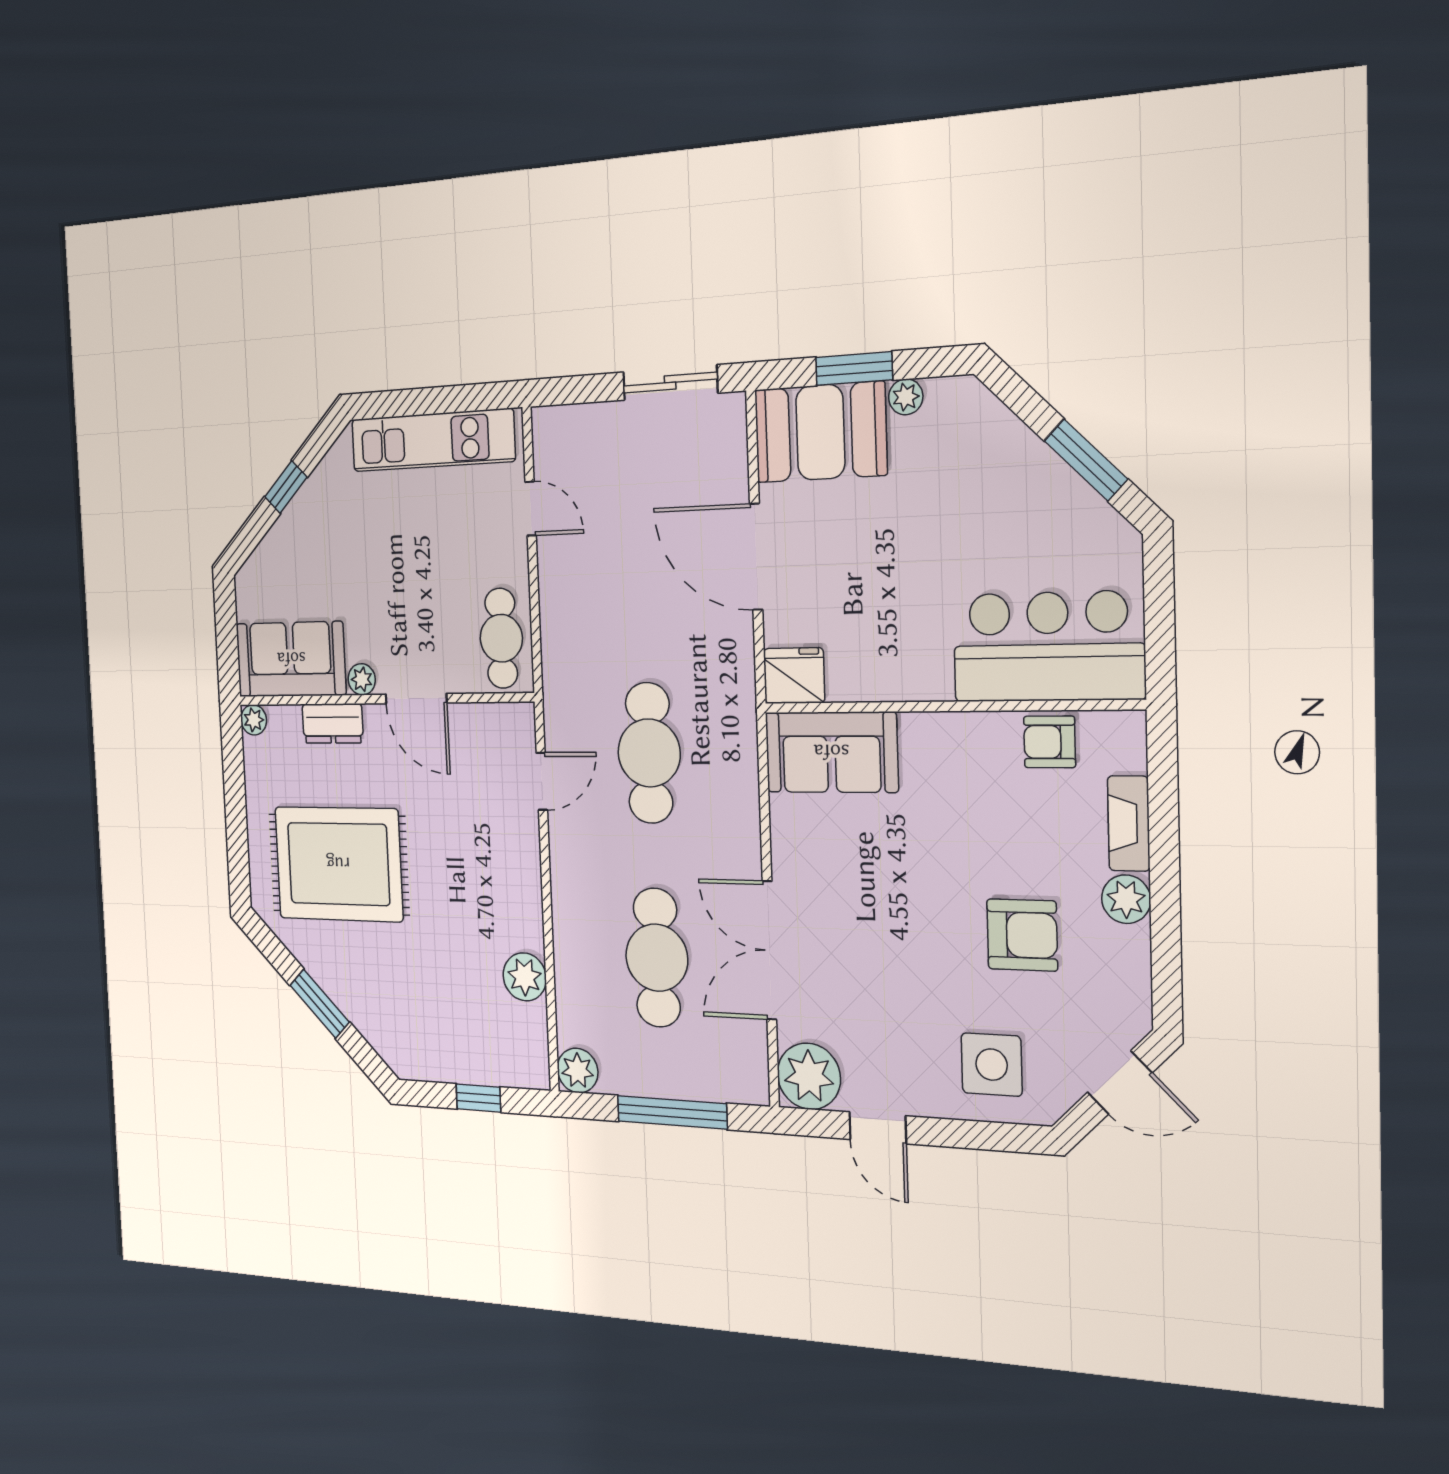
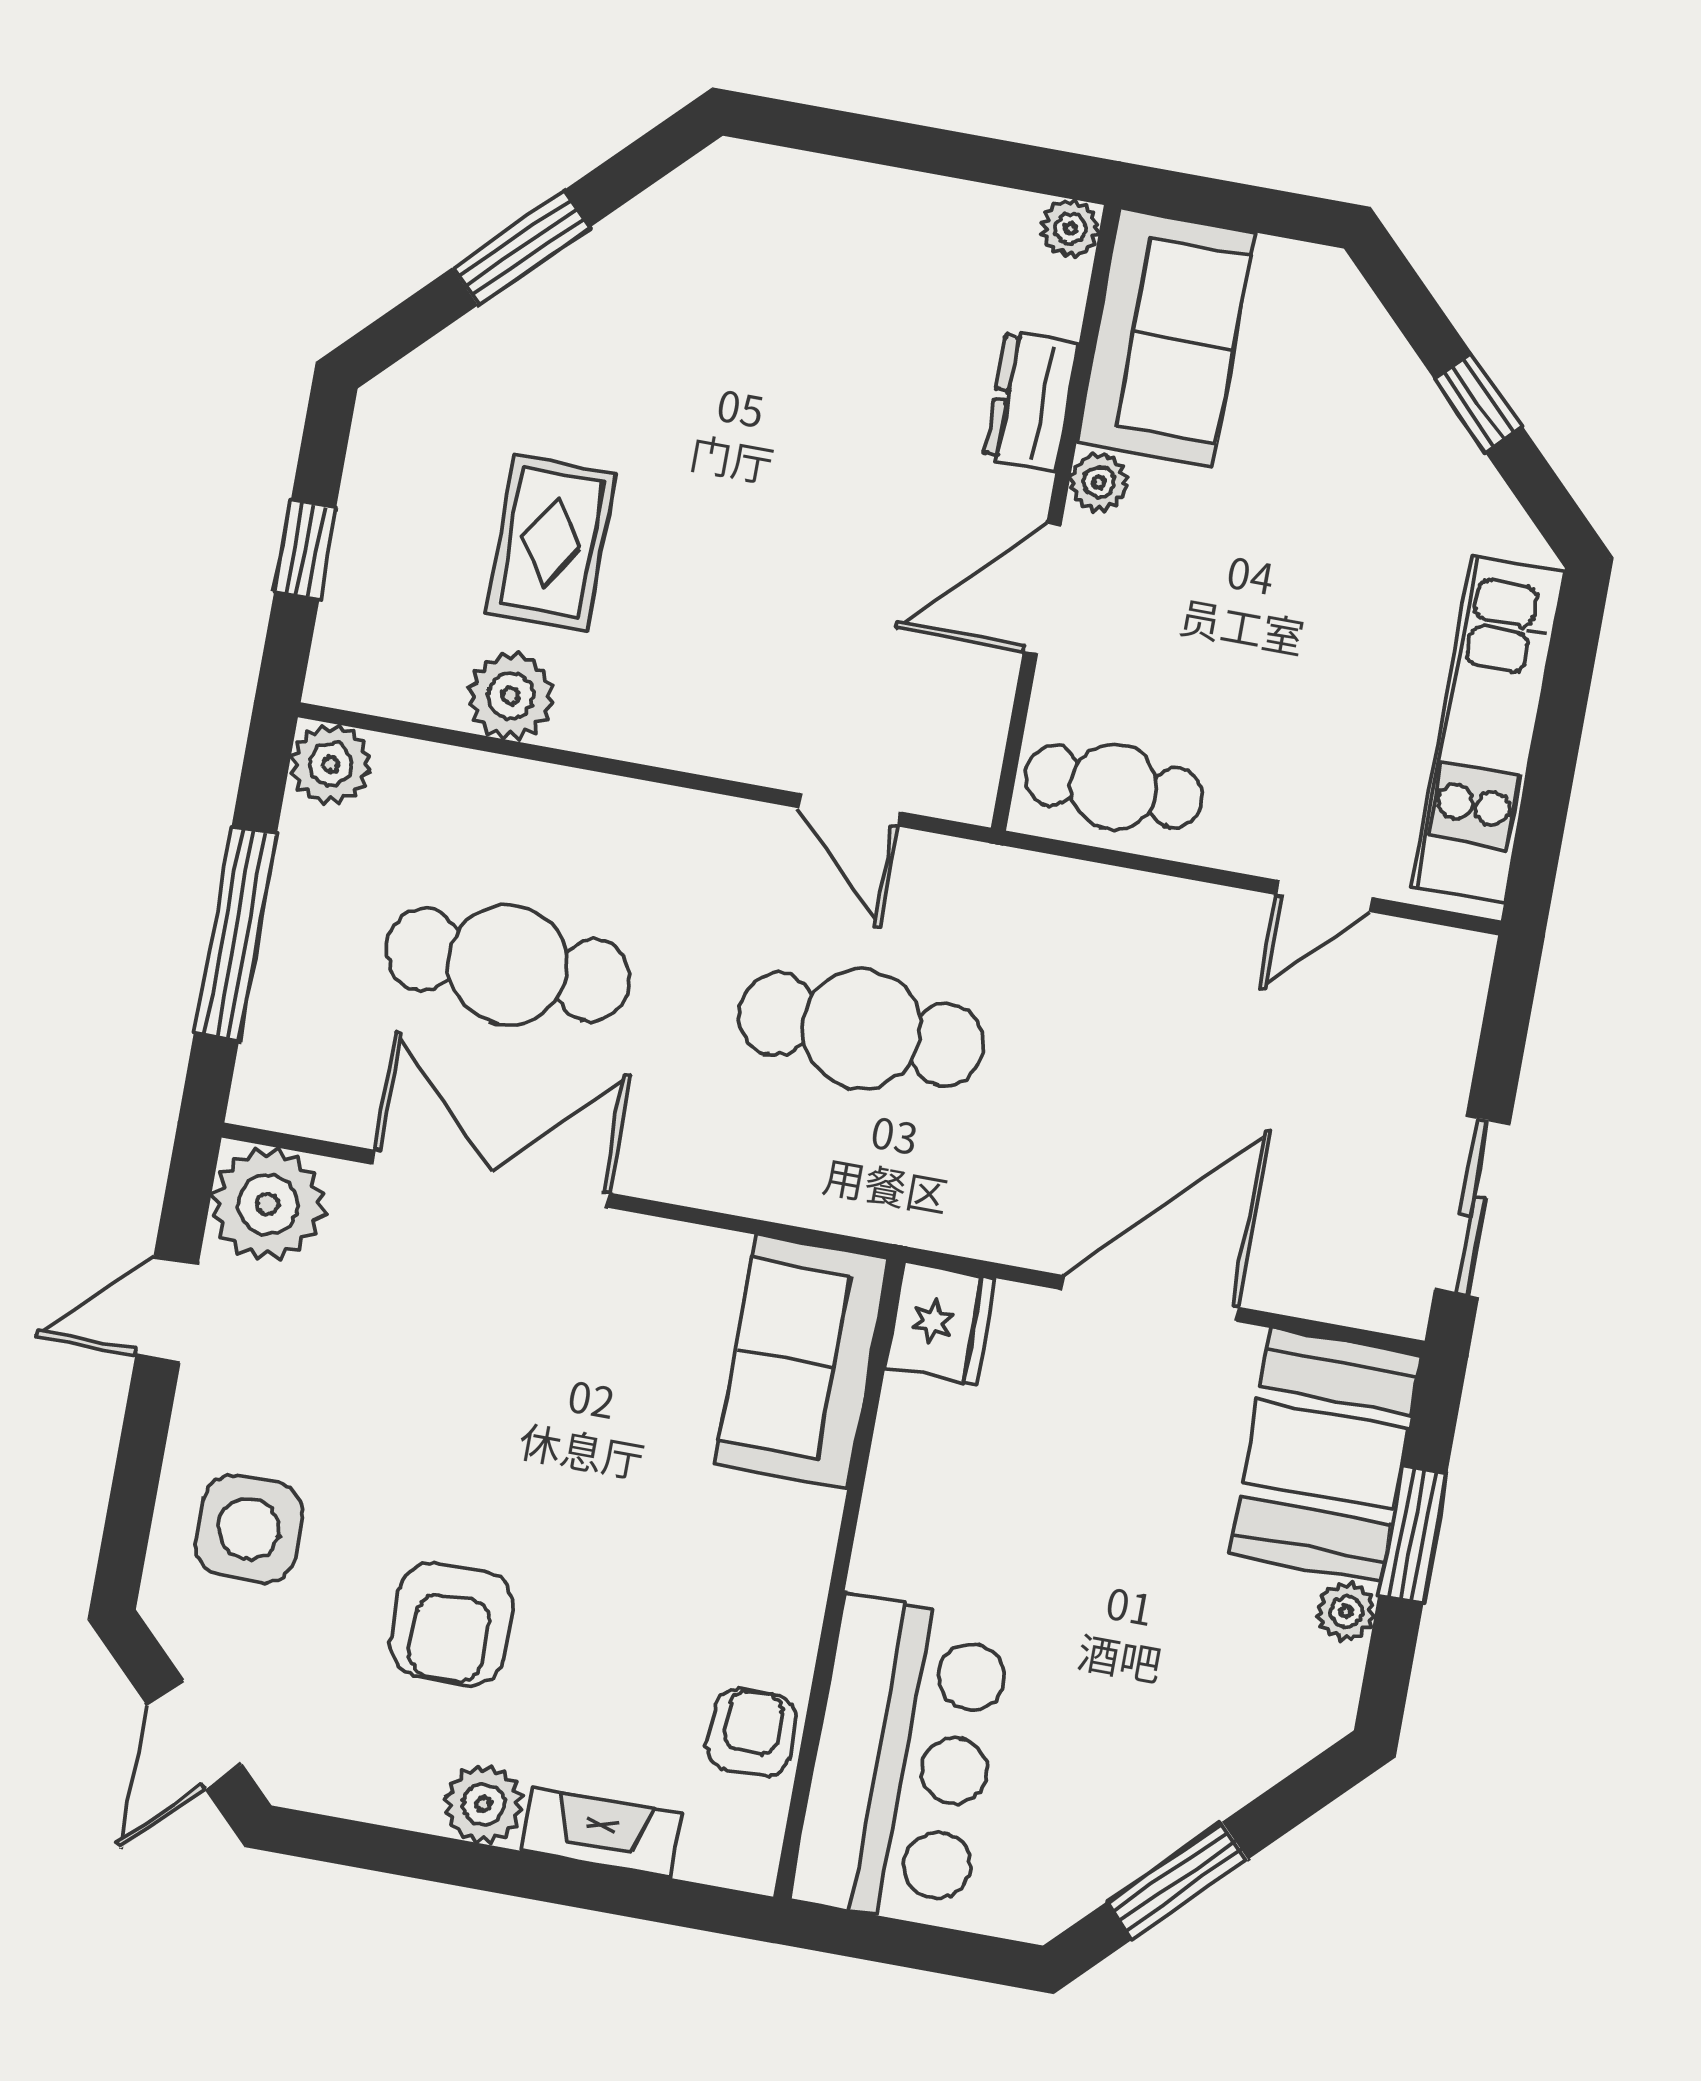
rug: (338, 864) -> (551, 543), moved, width x0.54, depth x0.49

